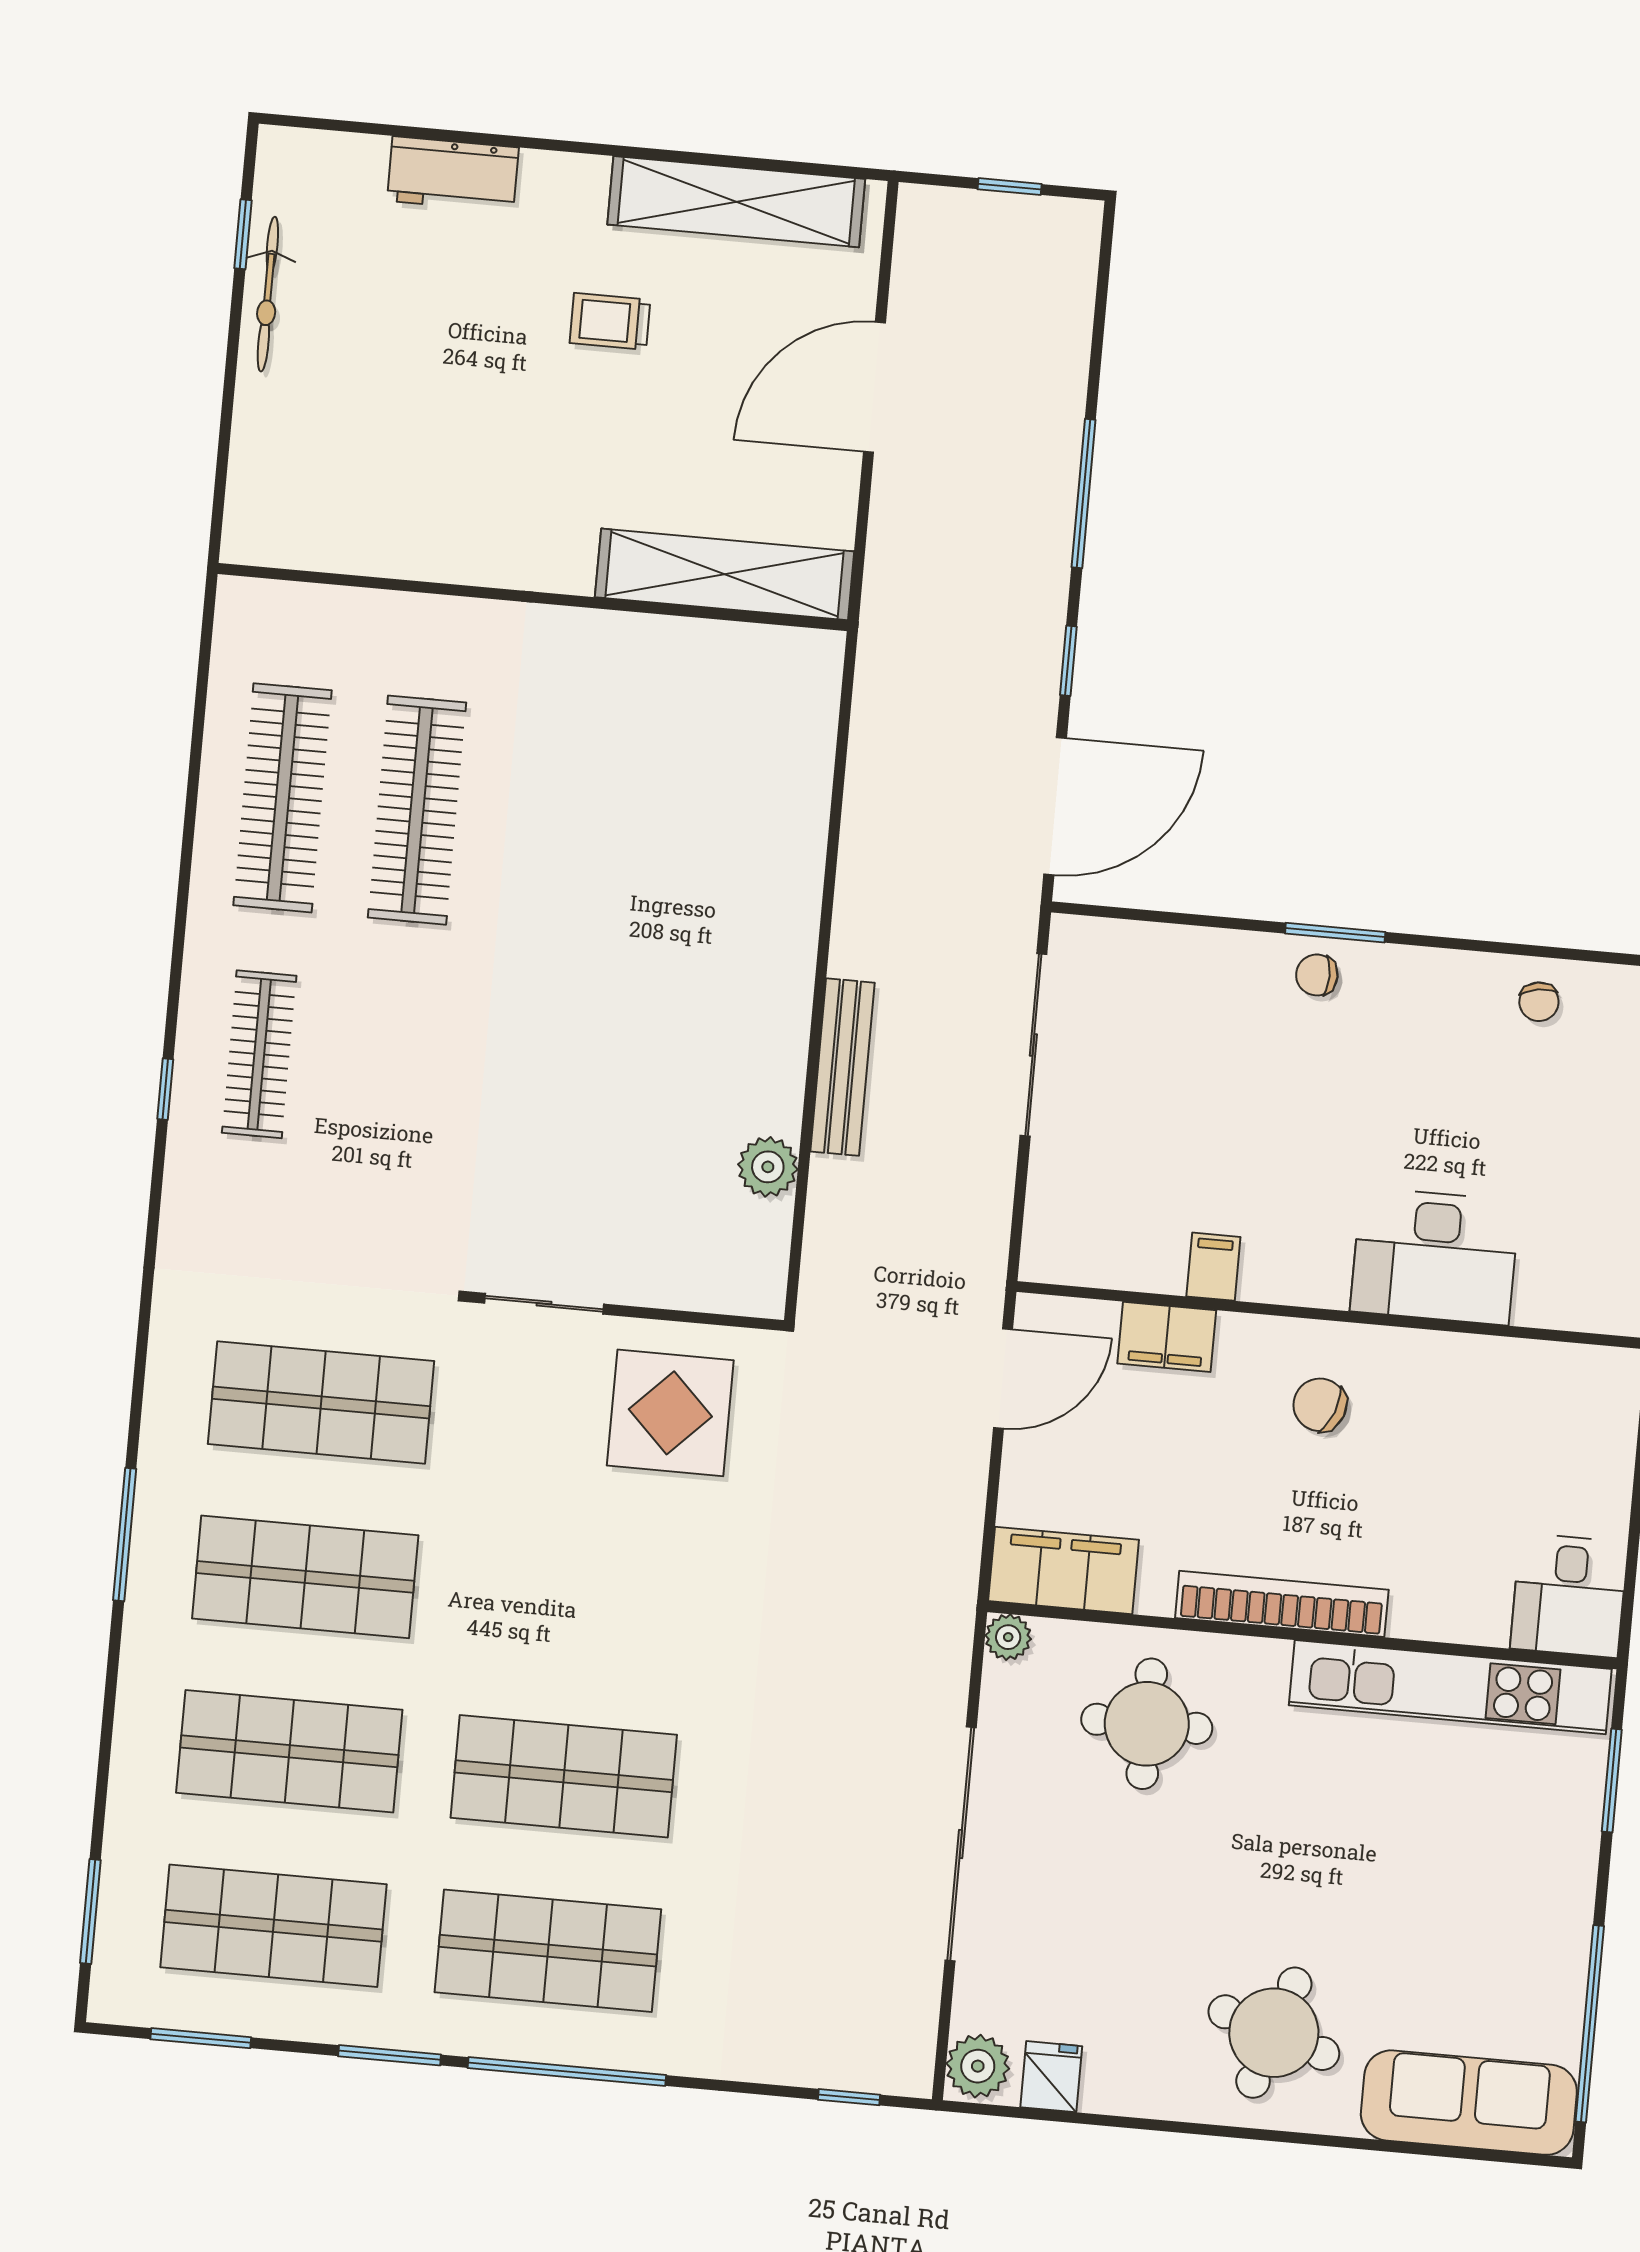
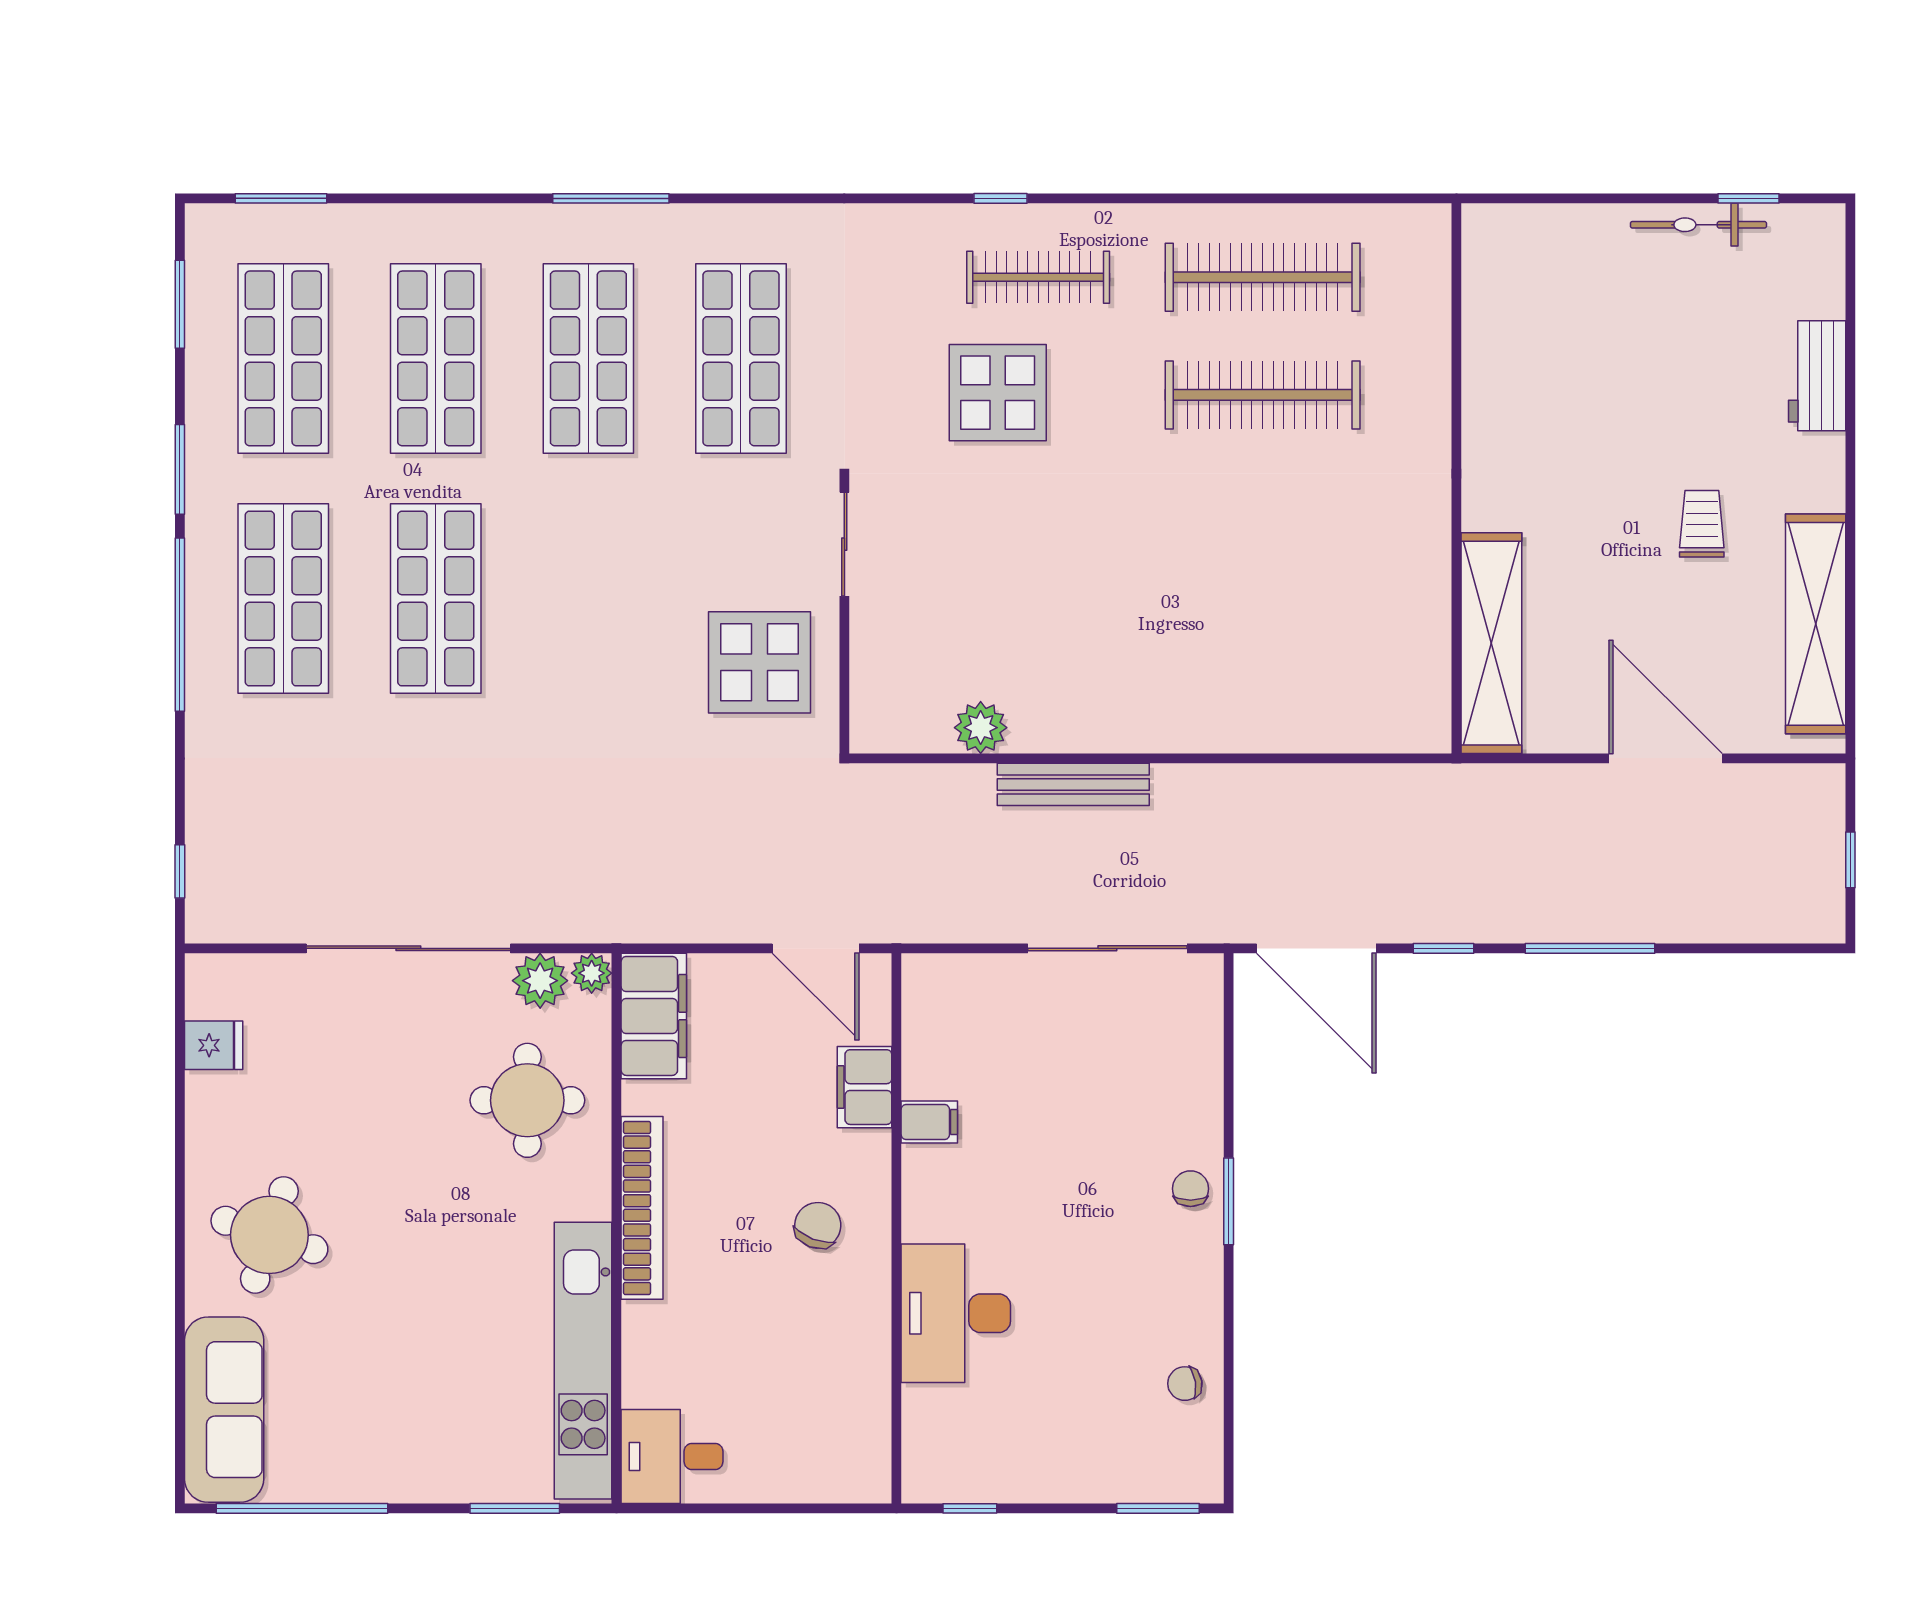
display table: (387, 1113) -> (998, 393), added
plant: (978, 2066) -> (540, 981), moved

